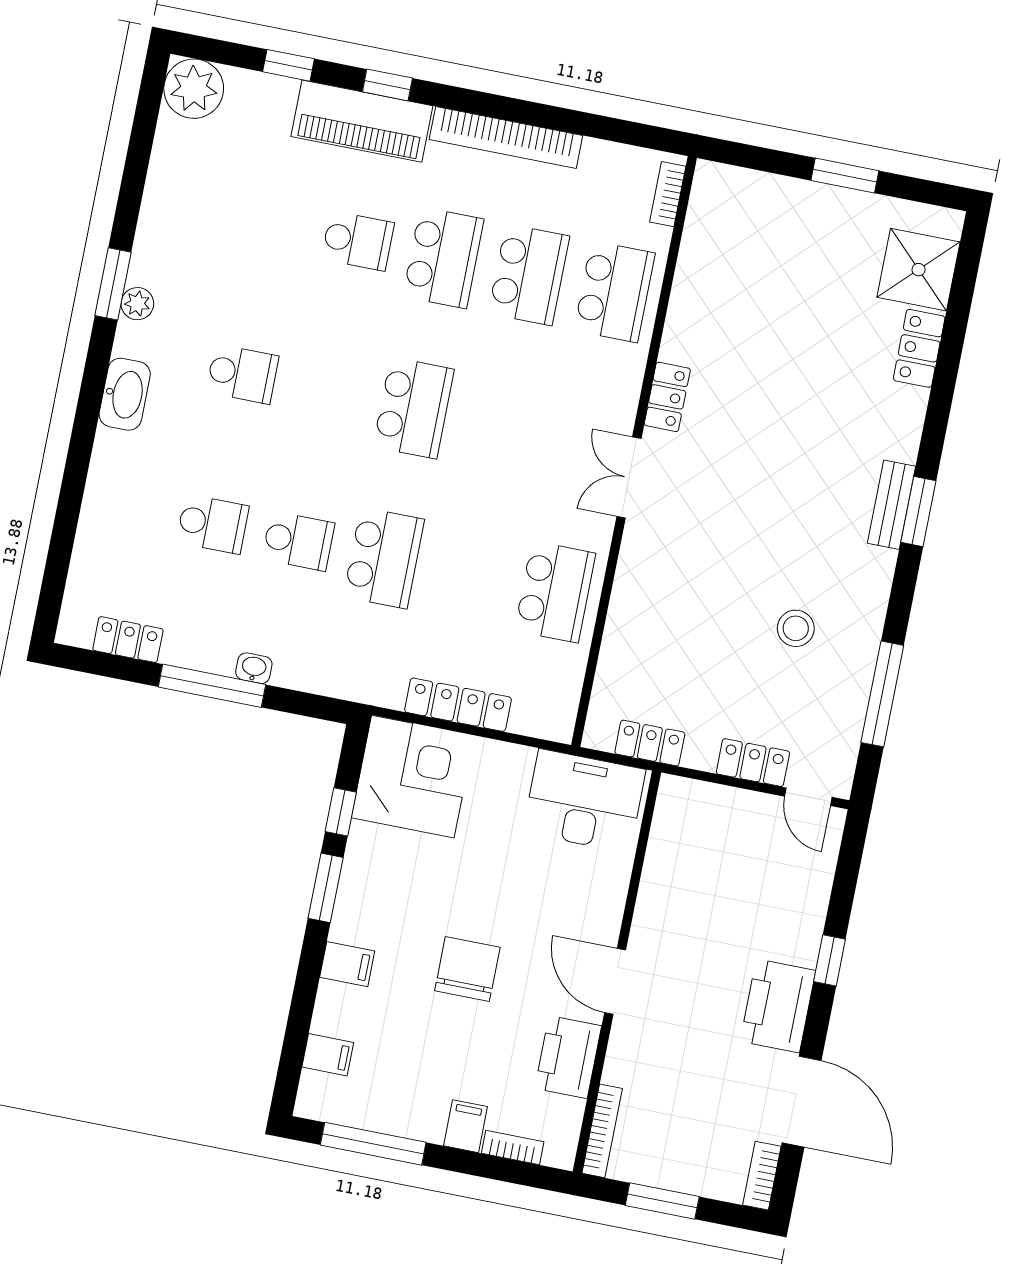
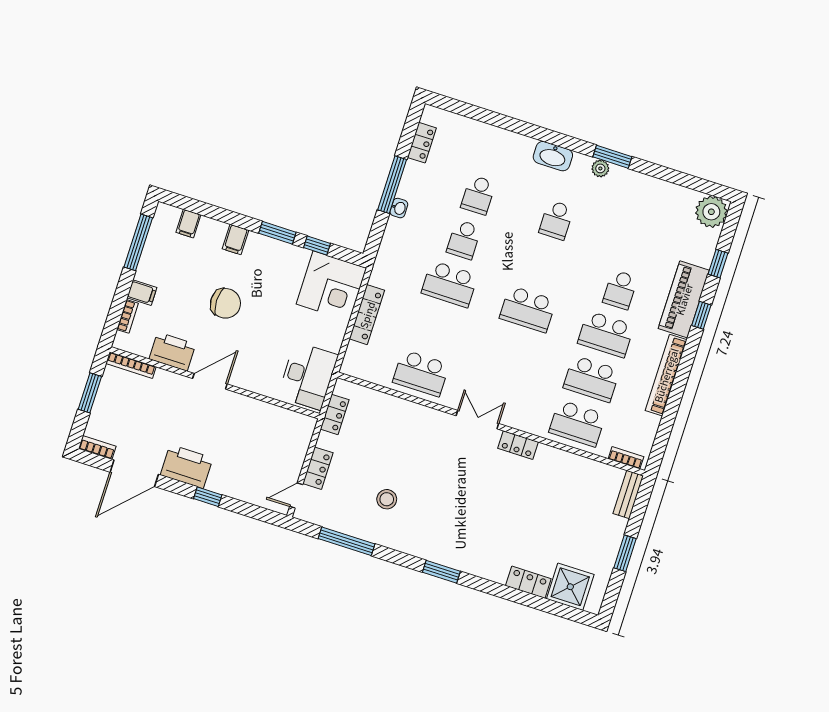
bench: (892, 505) -> (628, 495), moved, turned 90

